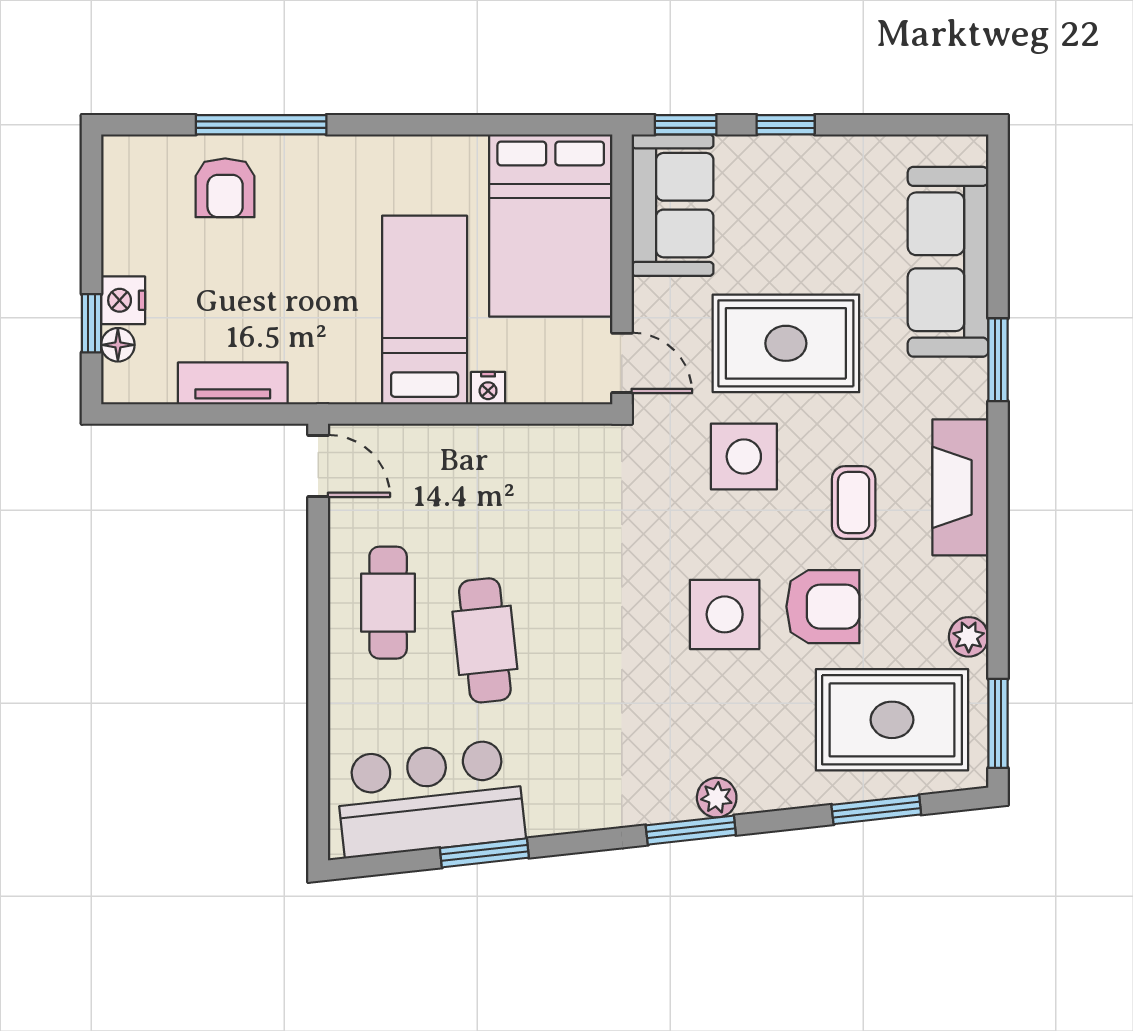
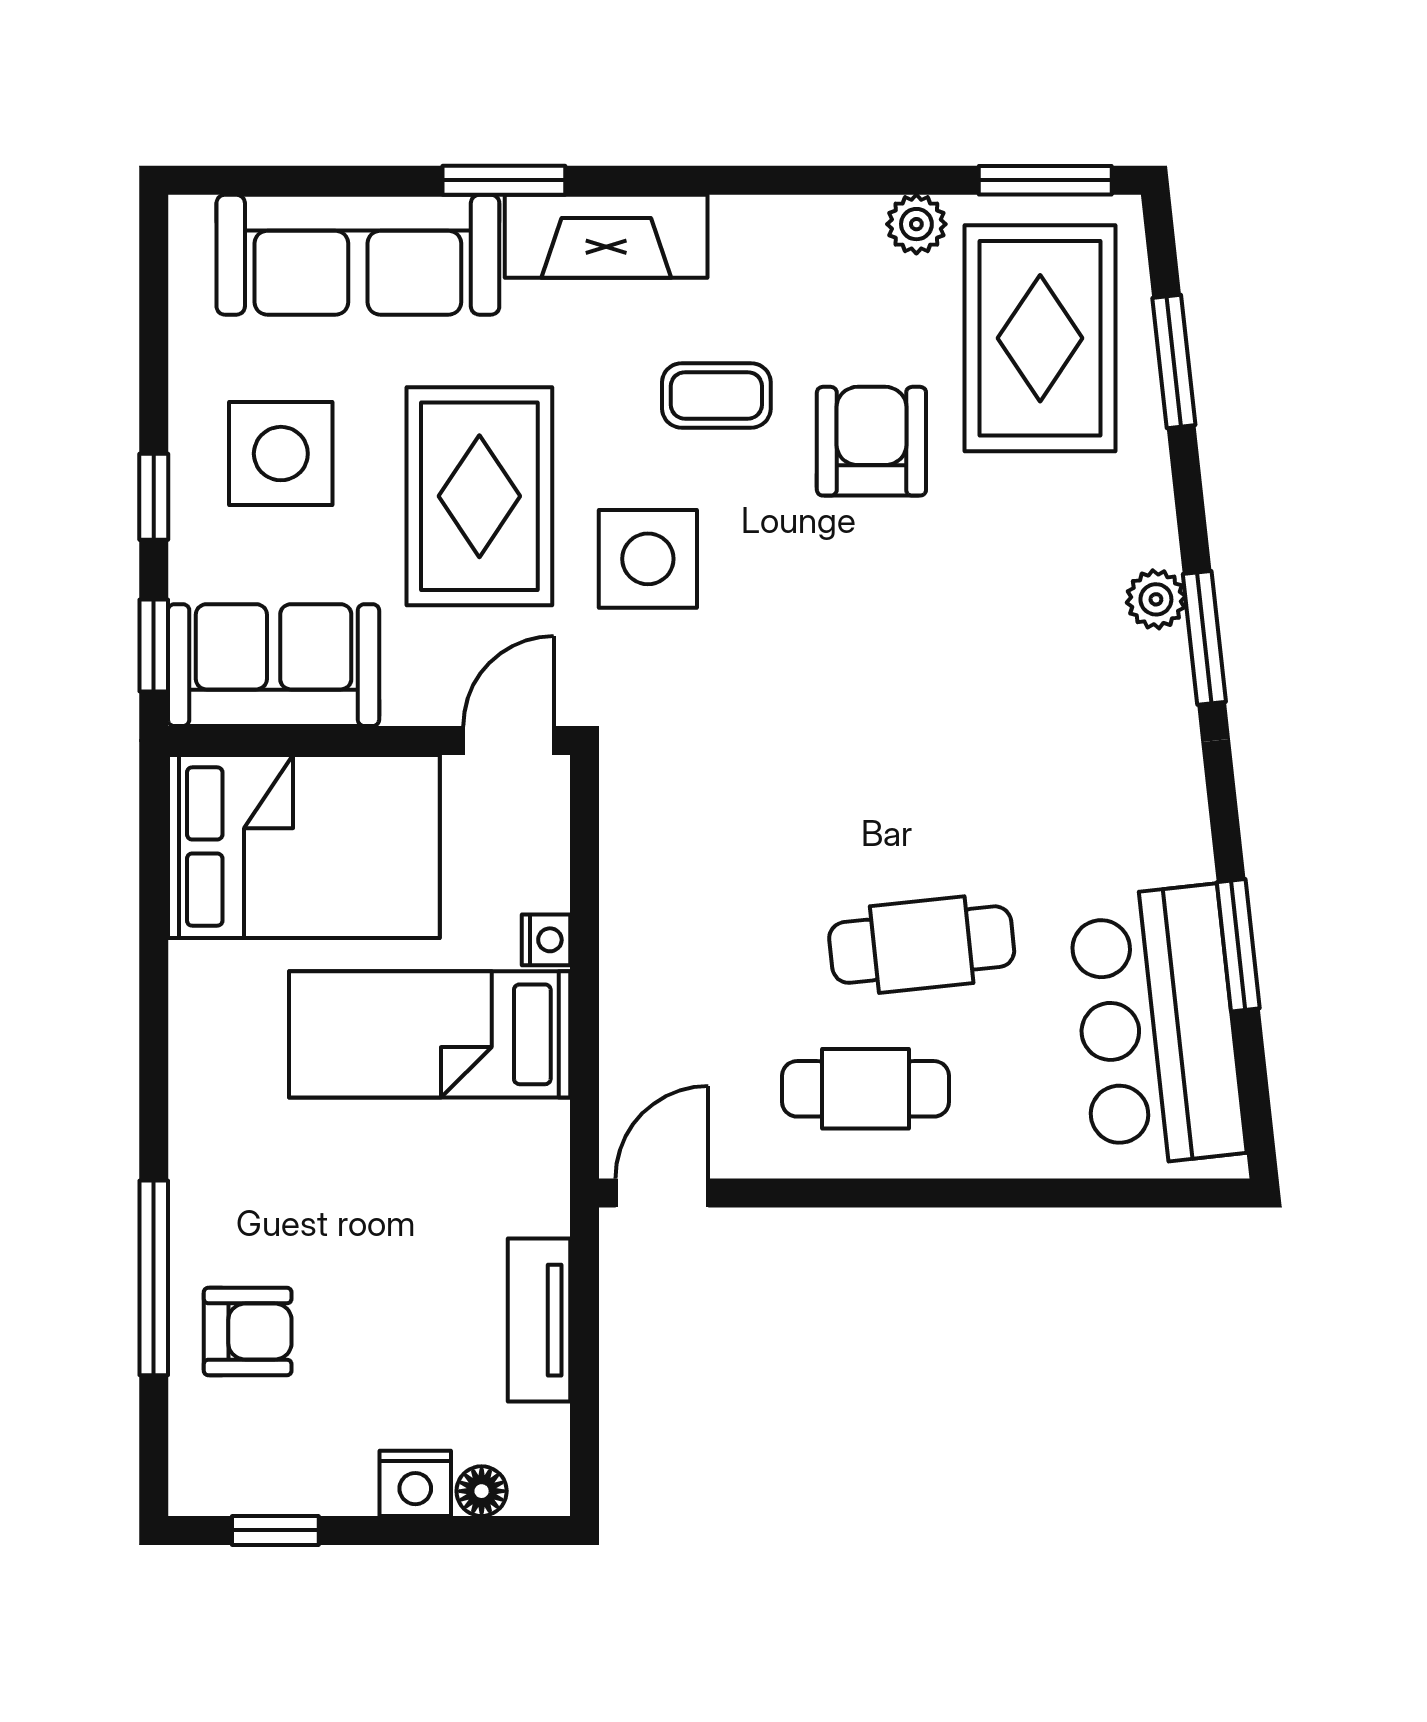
window: (91, 323) -> (275, 1530), moved
fireplace: (960, 487) -> (606, 236), moved
side table: (725, 614) -> (281, 454), moved

